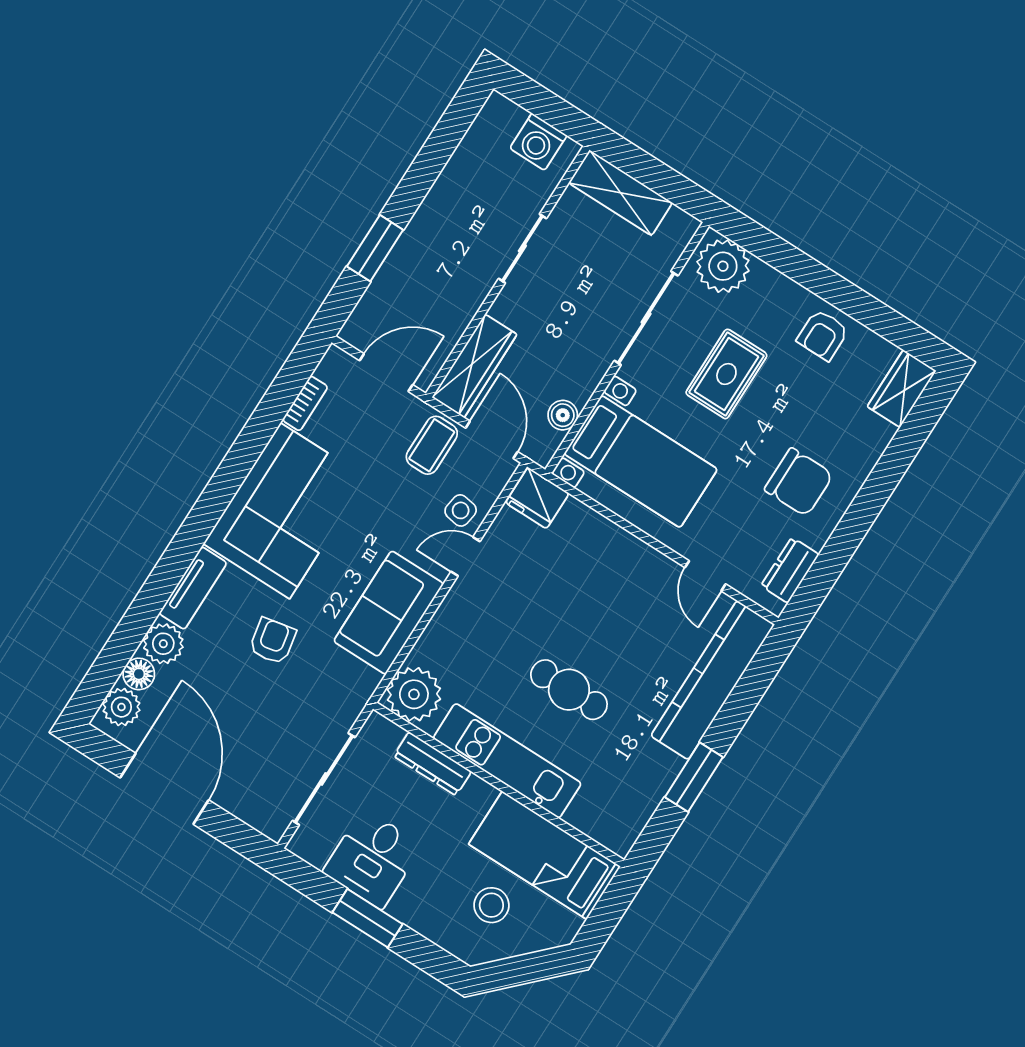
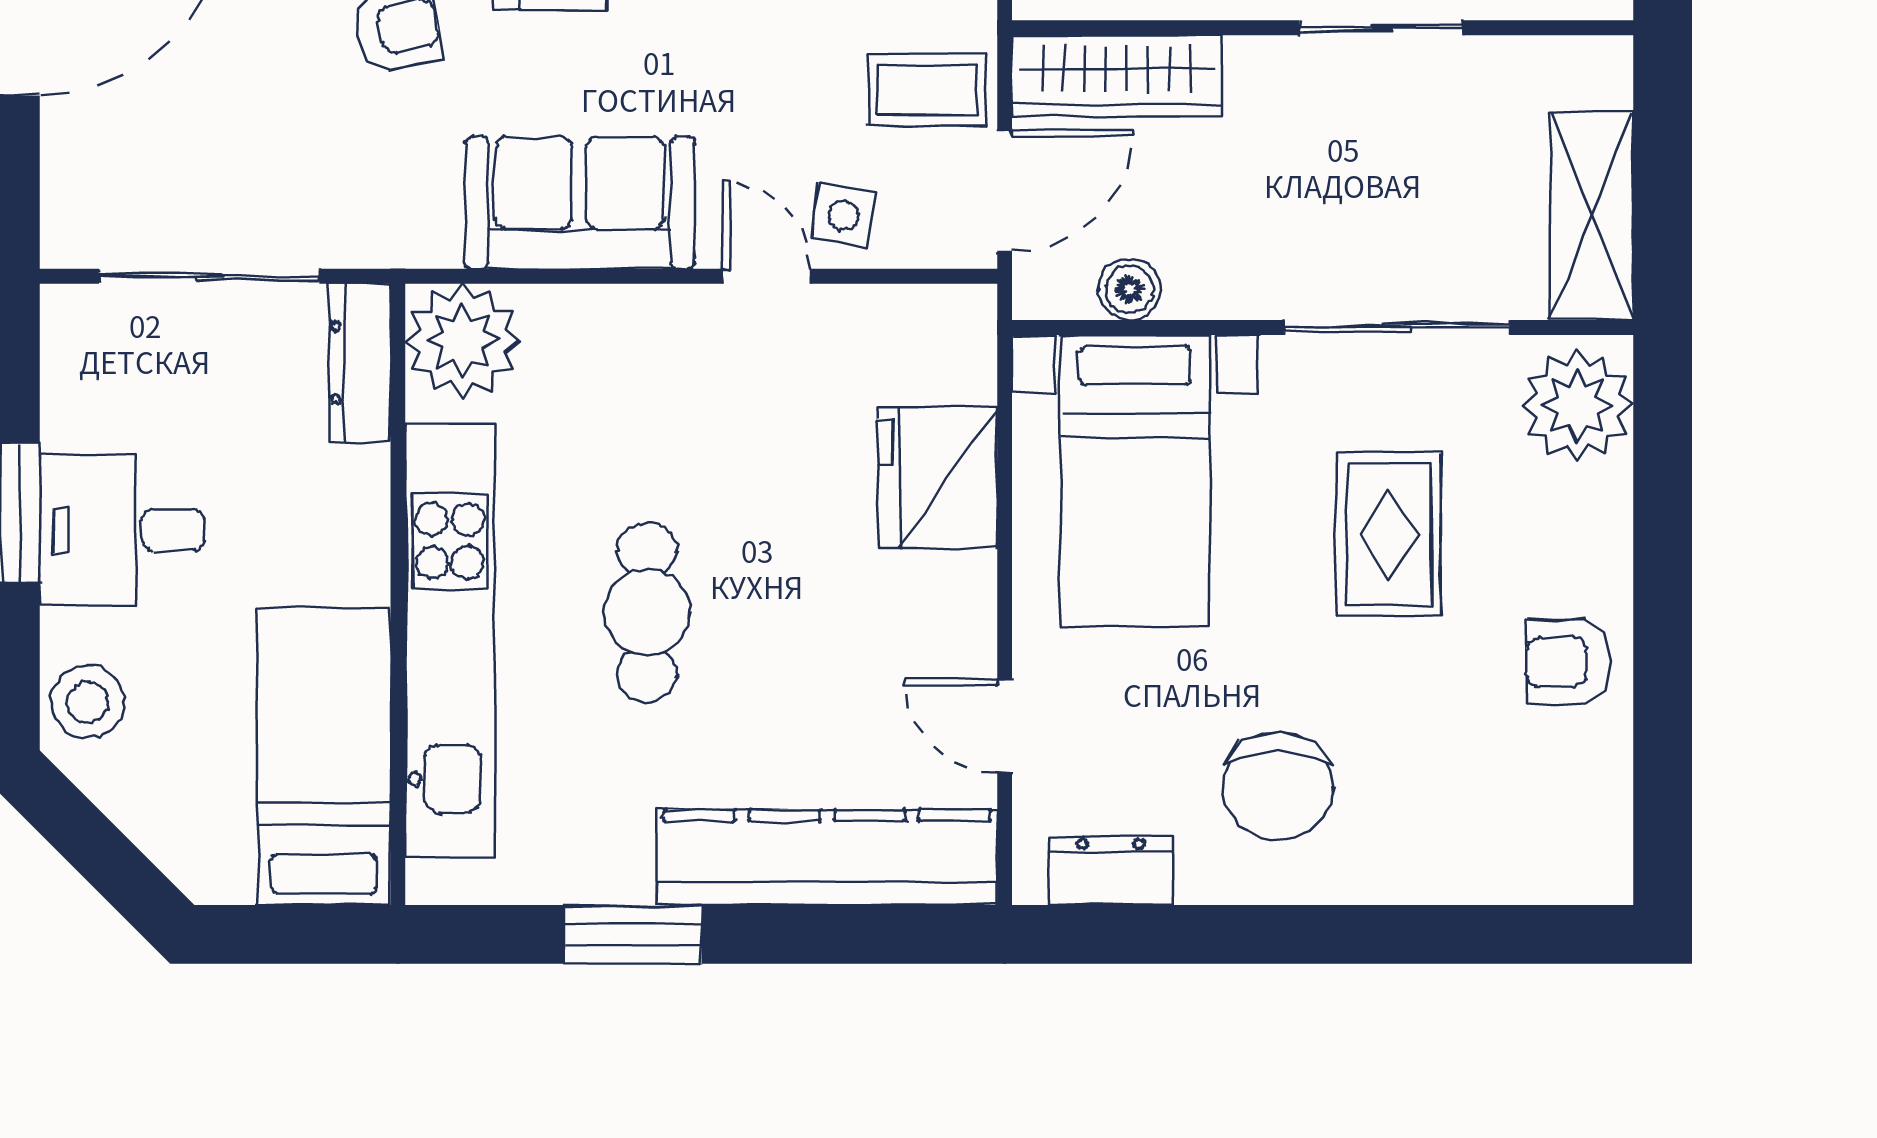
shelving: (620, 193) -> (1592, 216), moved
rug: (726, 374) -> (1389, 534), turned 90
wardrobe: (902, 389) -> (1562, 864), removed
fridge: (537, 498) -> (937, 478), moved, width x1.36, depth x1.34
door: (705, 576) -> (1005, 726), hinge flipped
kitchen unit: (507, 761) -> (450, 640), width x1.36
dresser: (432, 764) -> (360, 363), moved
desk: (372, 859) -> (122, 530), moved
stool: (491, 905) -> (88, 702), moved

